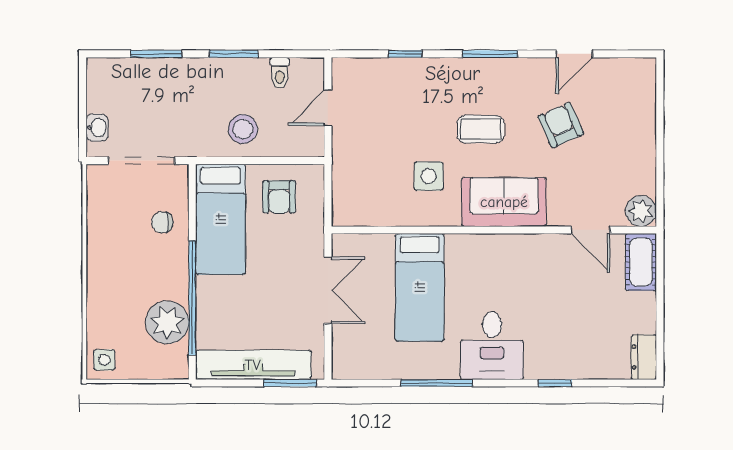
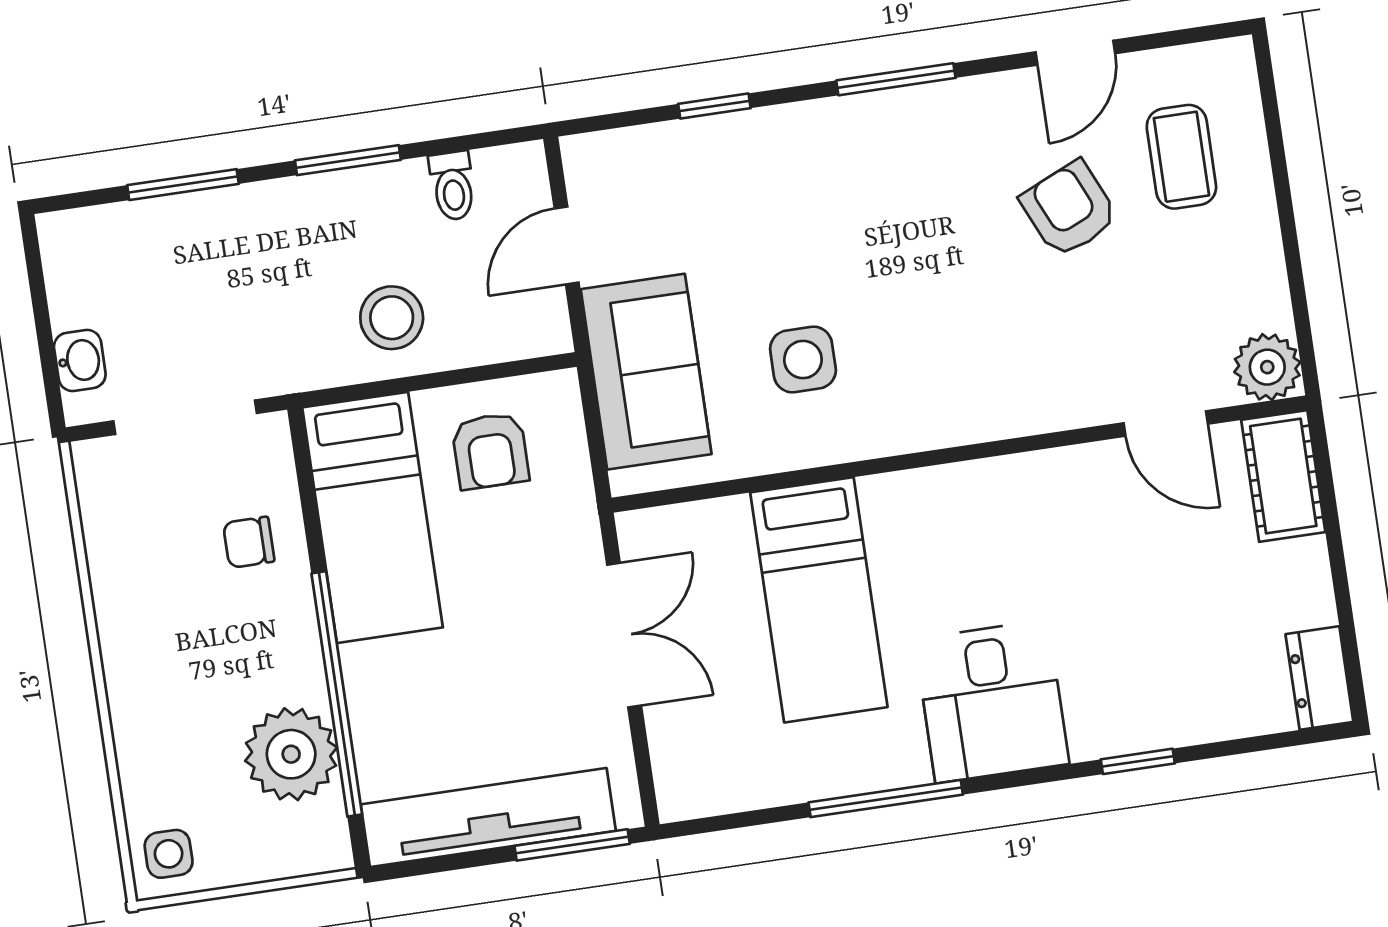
coffee table: (481, 129) -> (1181, 157), moved, turned 90
sofa: (504, 202) -> (646, 372), moved, turned 90

